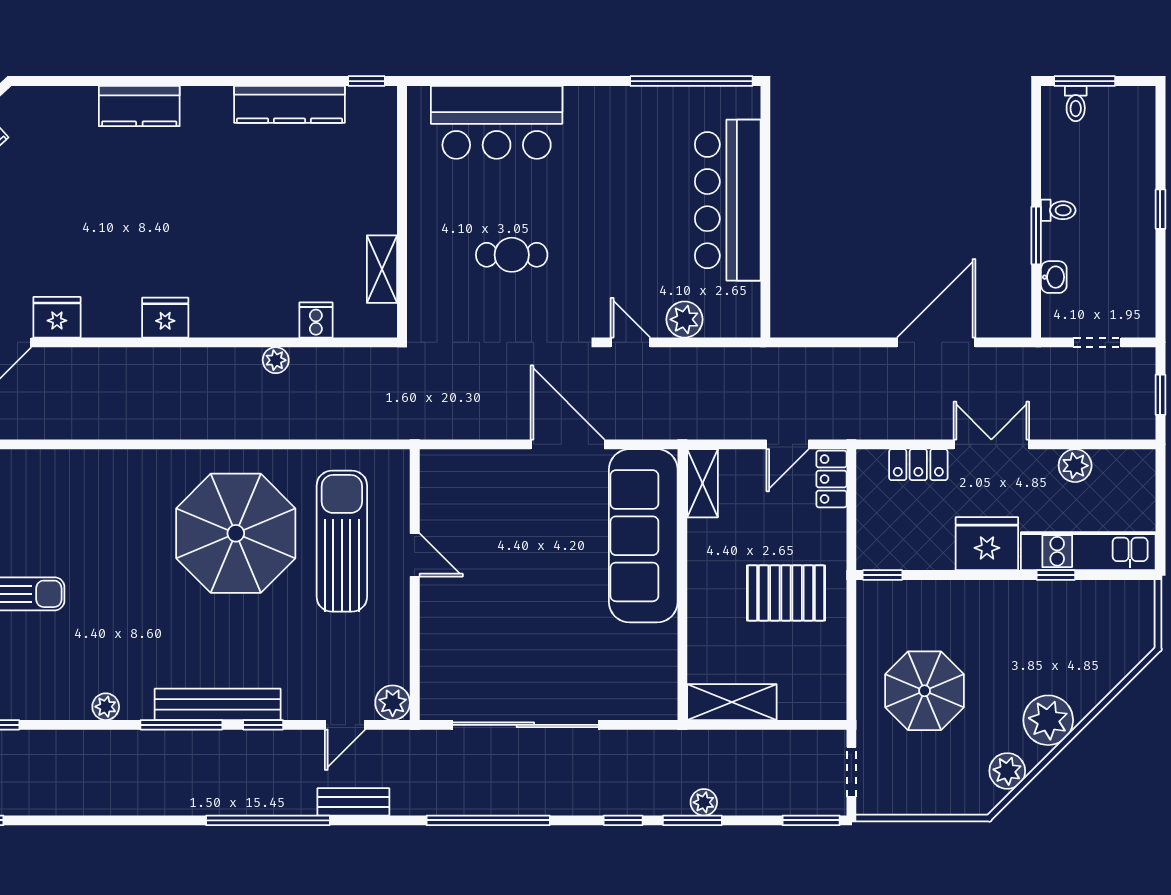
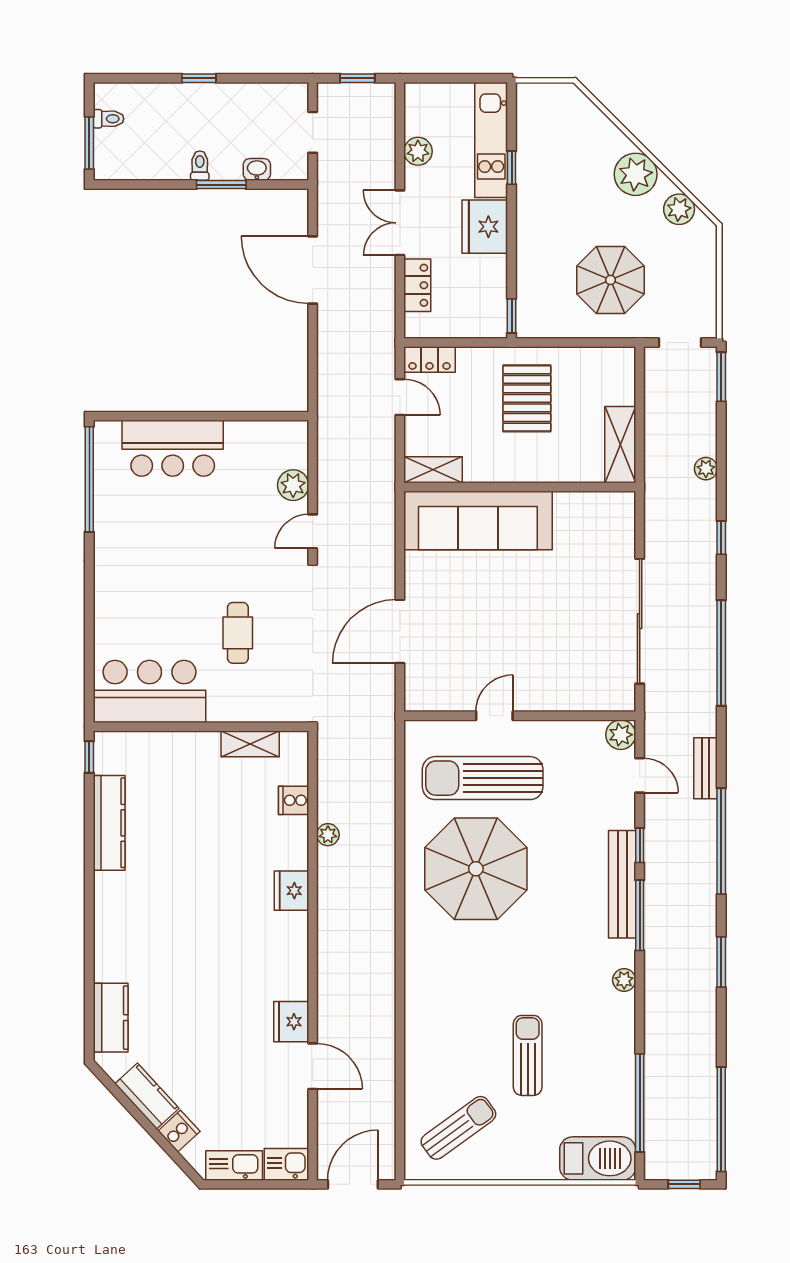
toilet: (1076, 104) -> (108, 119), moved
kitchen counter: (139, 106) -> (111, 1018), moved
bar counter: (497, 122) -> (150, 691), moved, turned -90
bar counter: (728, 200) -> (173, 448), width x0.73
fridge: (165, 318) -> (292, 891), moved
door: (568, 444) -> (400, 631), moved
window: (692, 820) -> (721, 962), moved

